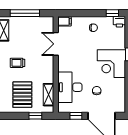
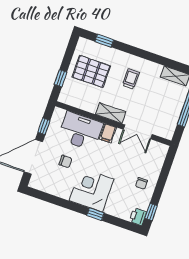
filing cabinet: (64, 21) -> (108, 133), moved
double door: (56, 44) -> (138, 132), swing flipped
shelving: (49, 95) -> (111, 113), moved

